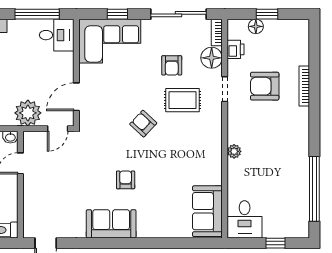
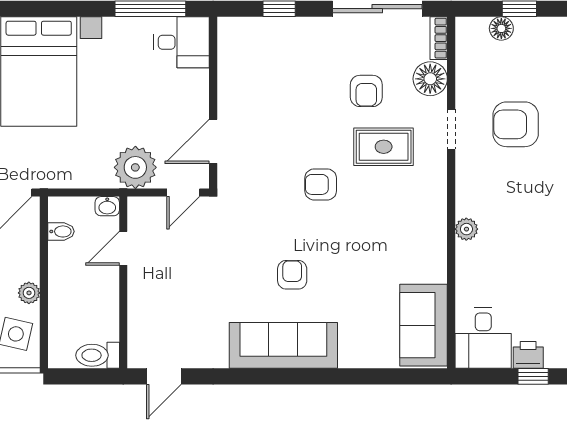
corner sofa: (110, 41) -> (267, 52), removed
printer: (235, 49) -> (528, 355), moved, turned -90
armchair: (143, 124) -> (321, 184), turned -43
sofa: (111, 224) -> (283, 345), width x1.36

